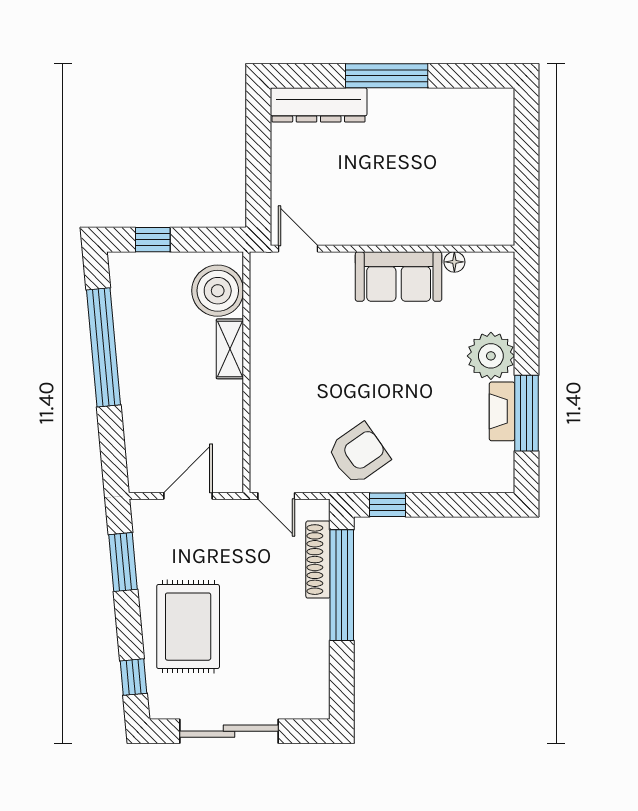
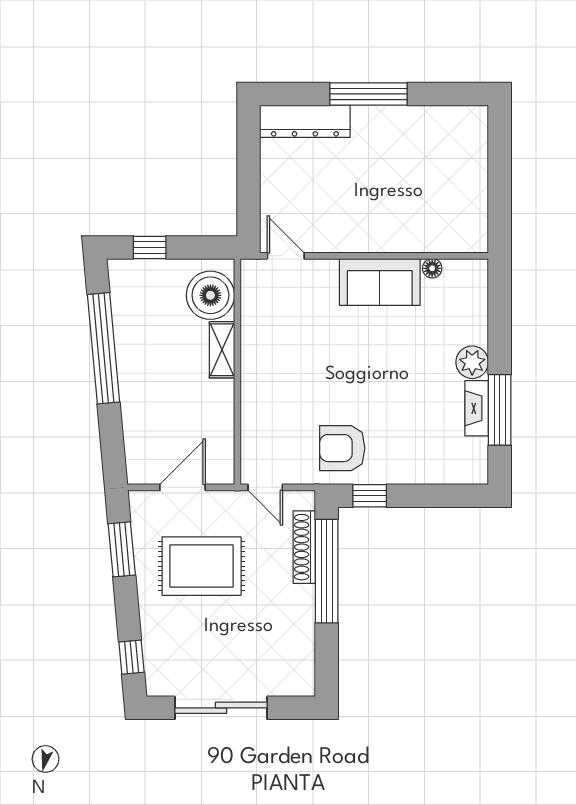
plant: (491, 356) -> (472, 362), width x0.73, depth x0.73
armchair: (358, 454) -> (342, 448), turned -145
rug: (188, 627) -> (202, 566), moved, turned 90

